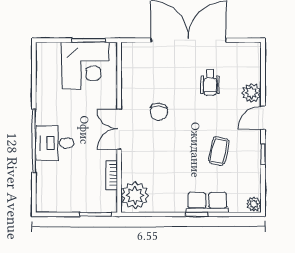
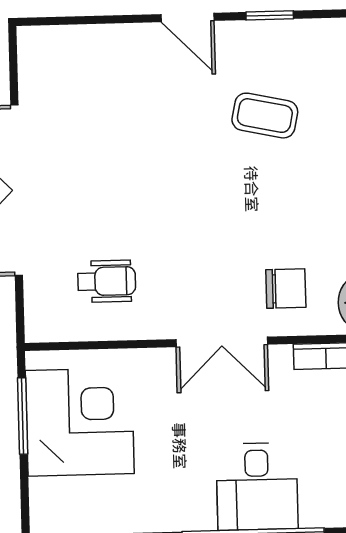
wheelchair: (210, 83) -> (107, 281), moved
plant: (252, 93) -> (132, 45), removed
chair: (159, 112) -> (286, 288), moved

